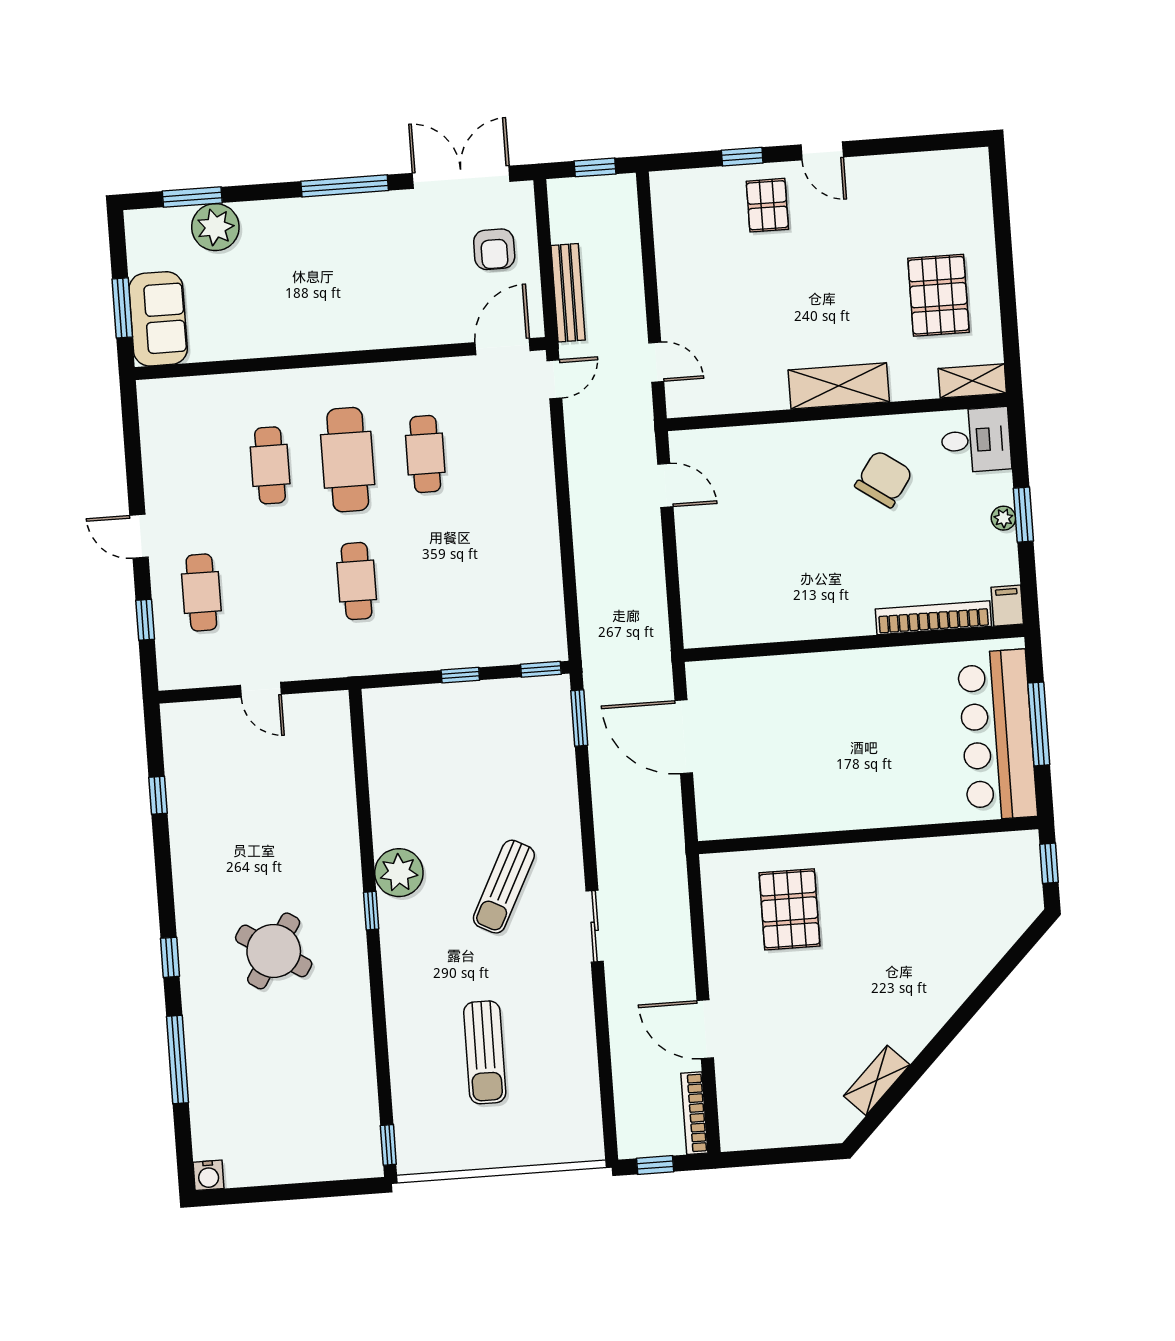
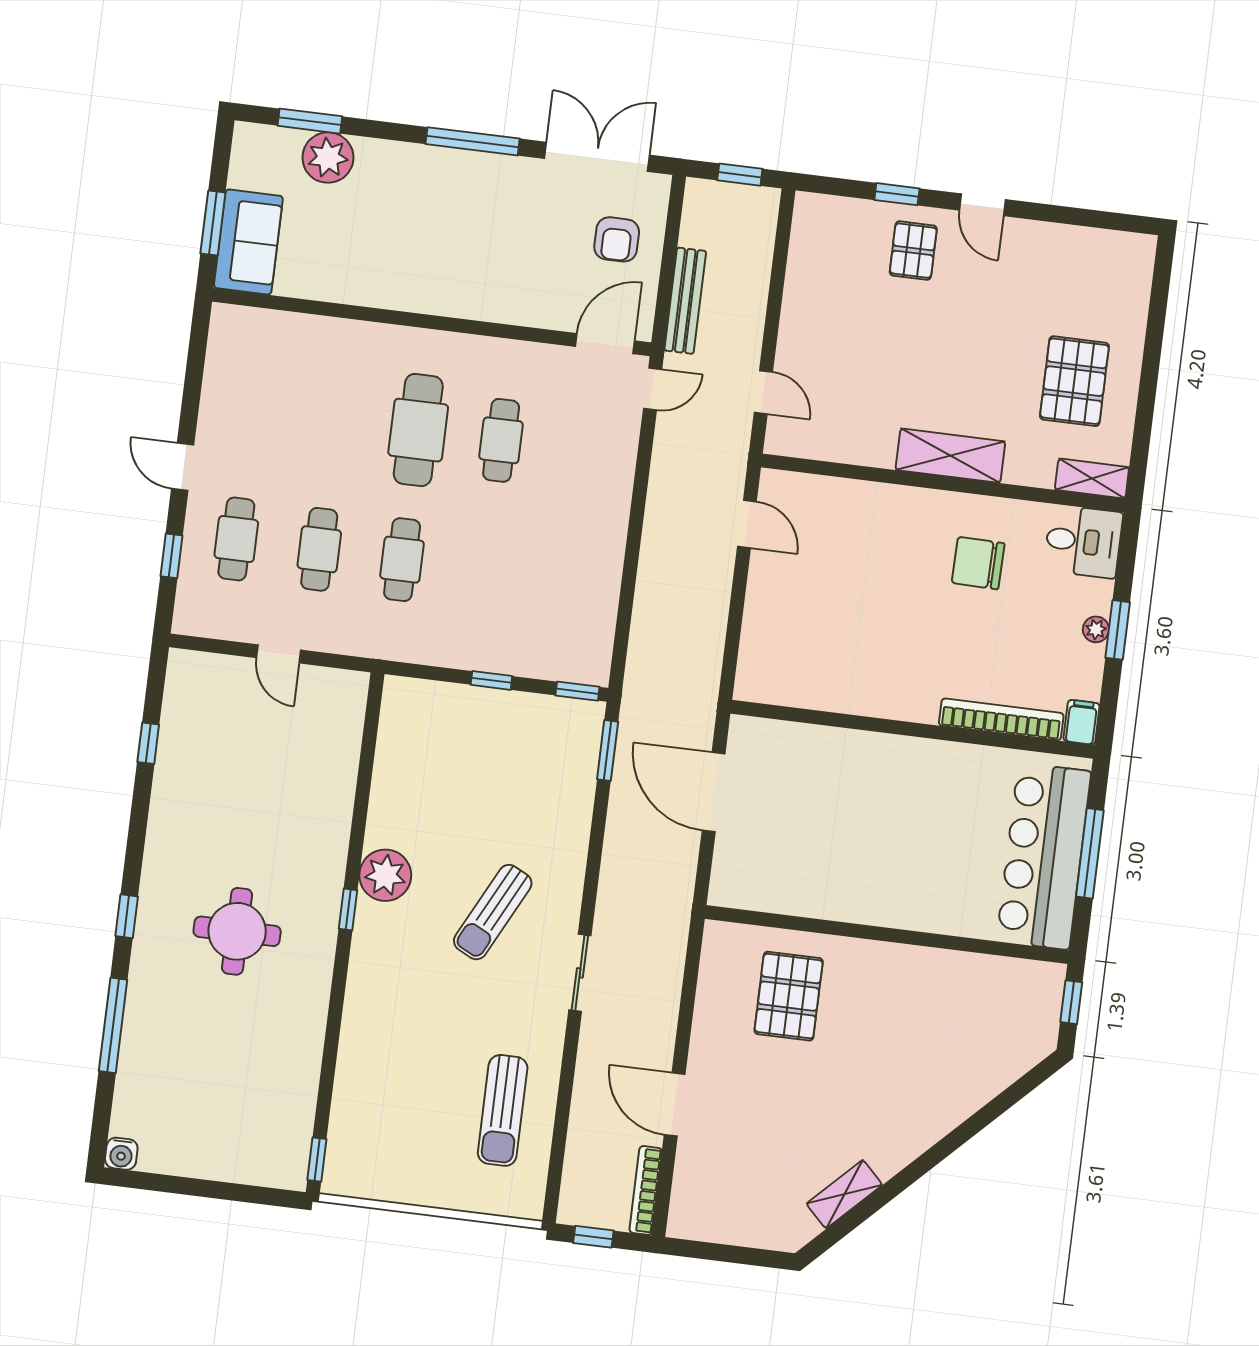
cafe table: (270, 465) -> (319, 549), moved
chair: (884, 479) -> (978, 563), turned -124
round table: (274, 951) -> (237, 931), turned -33
sun lounger: (485, 1052) -> (503, 1110), moved

